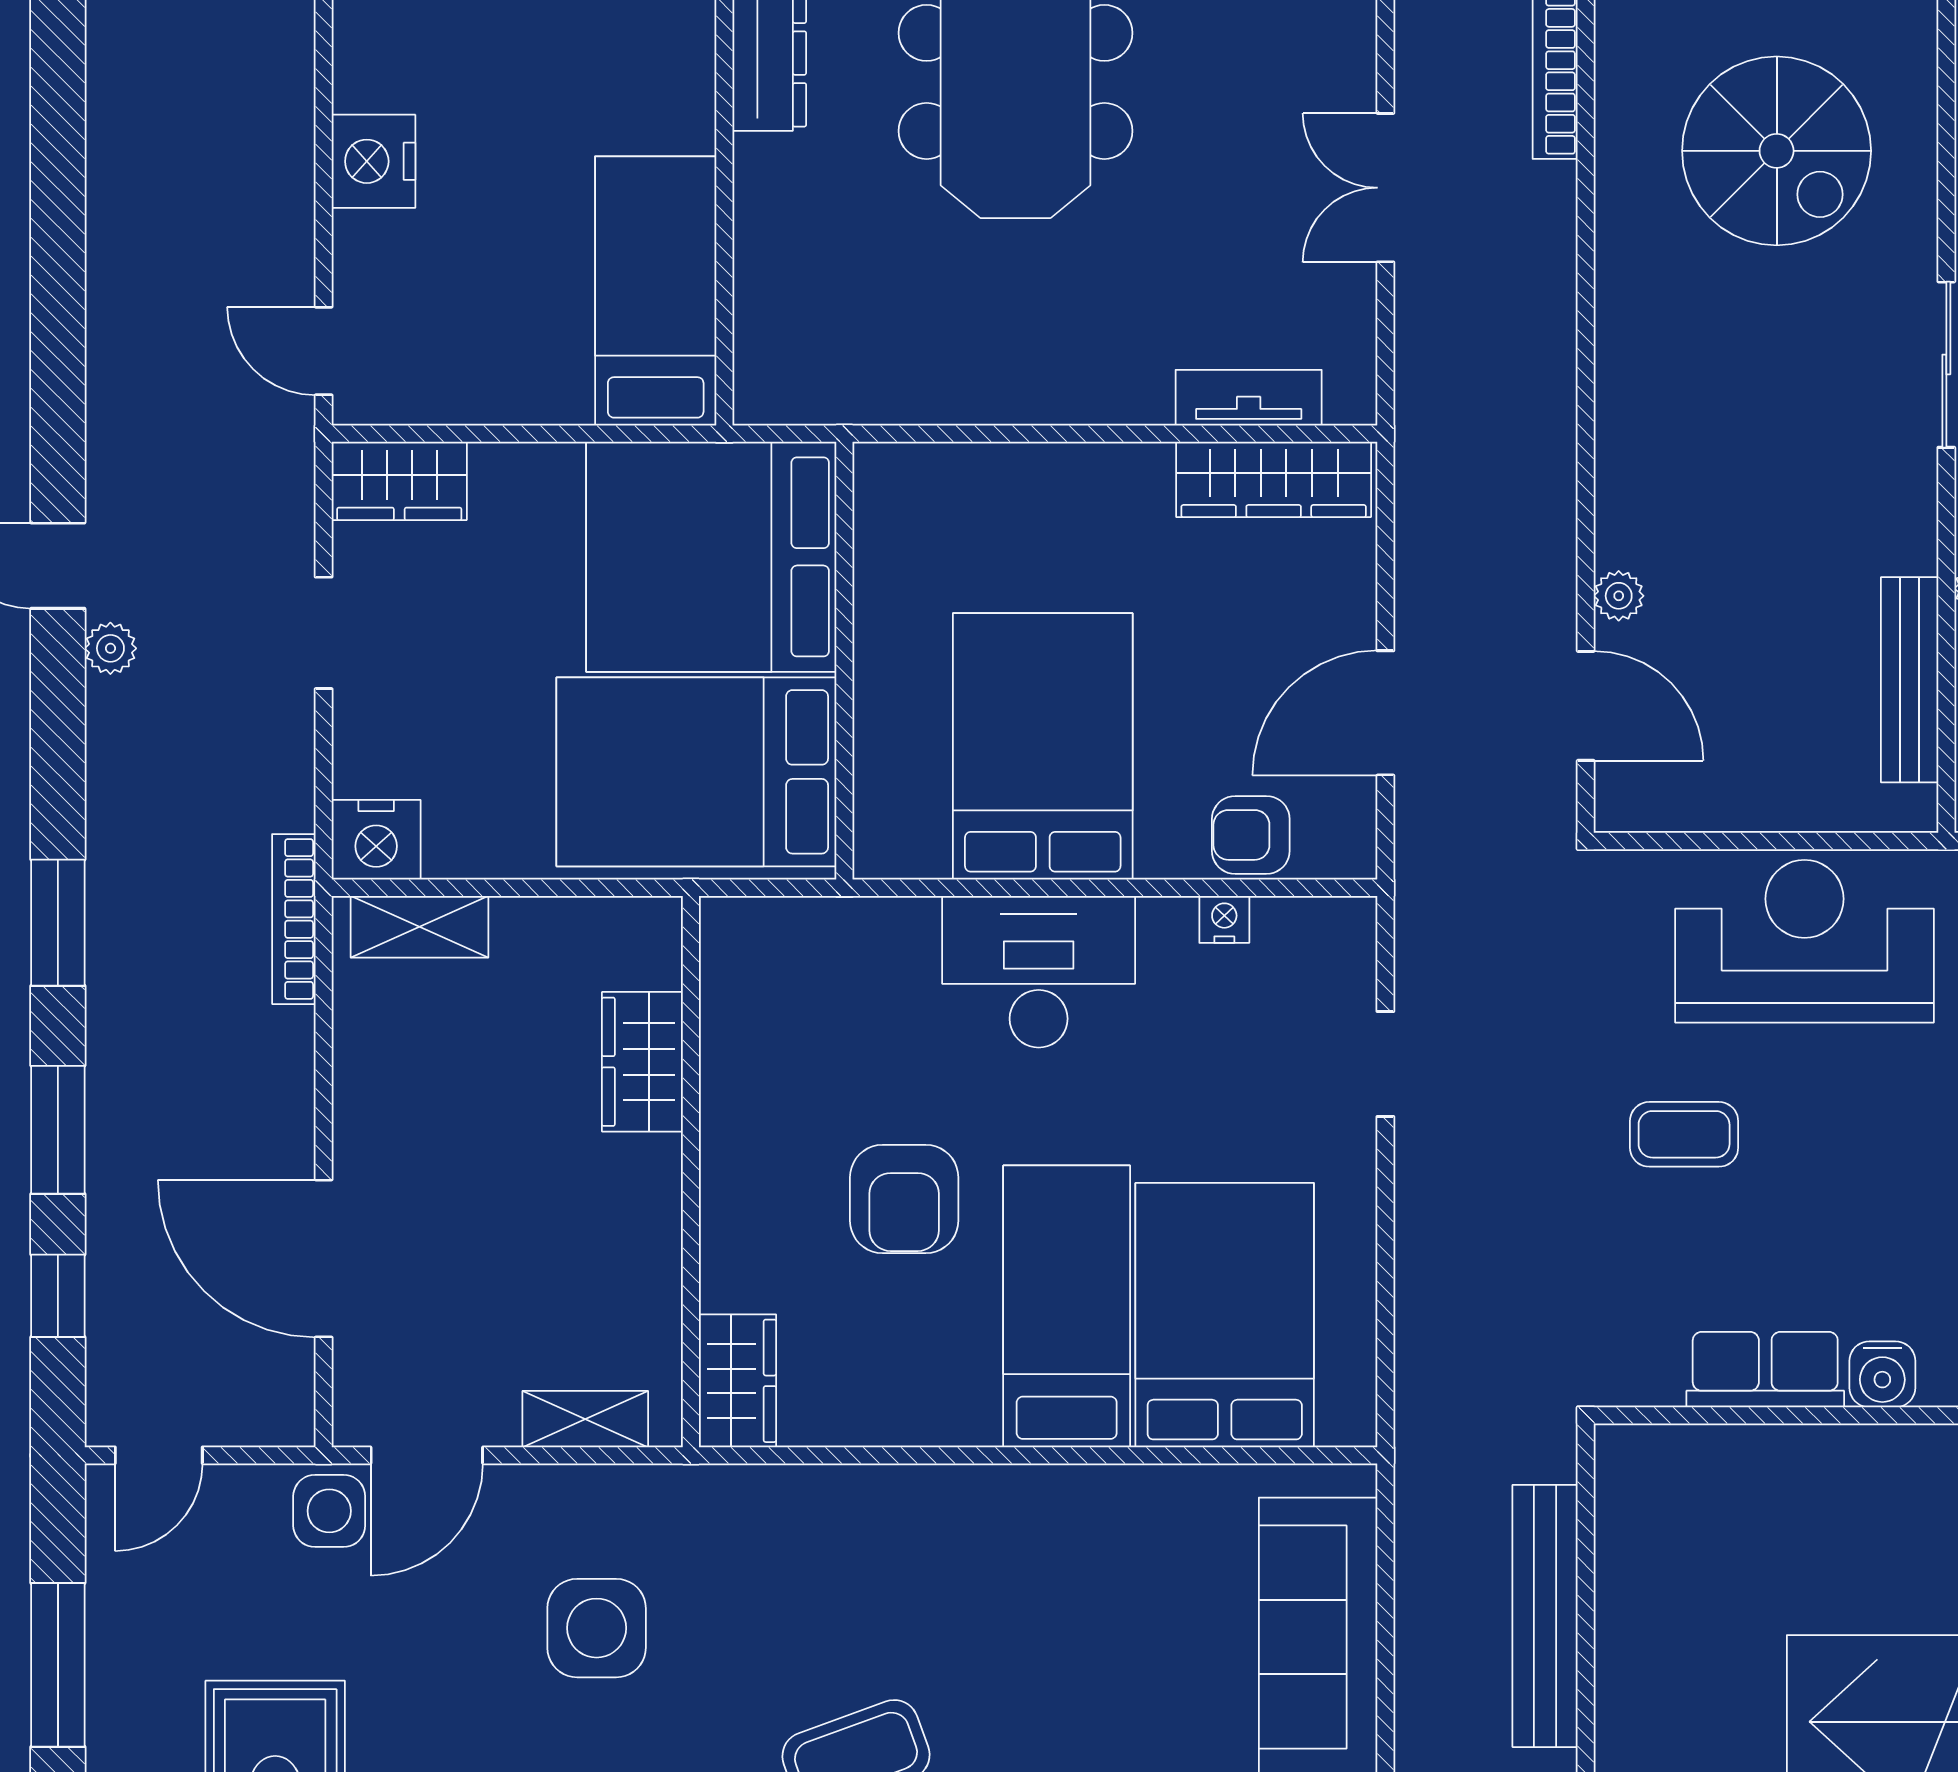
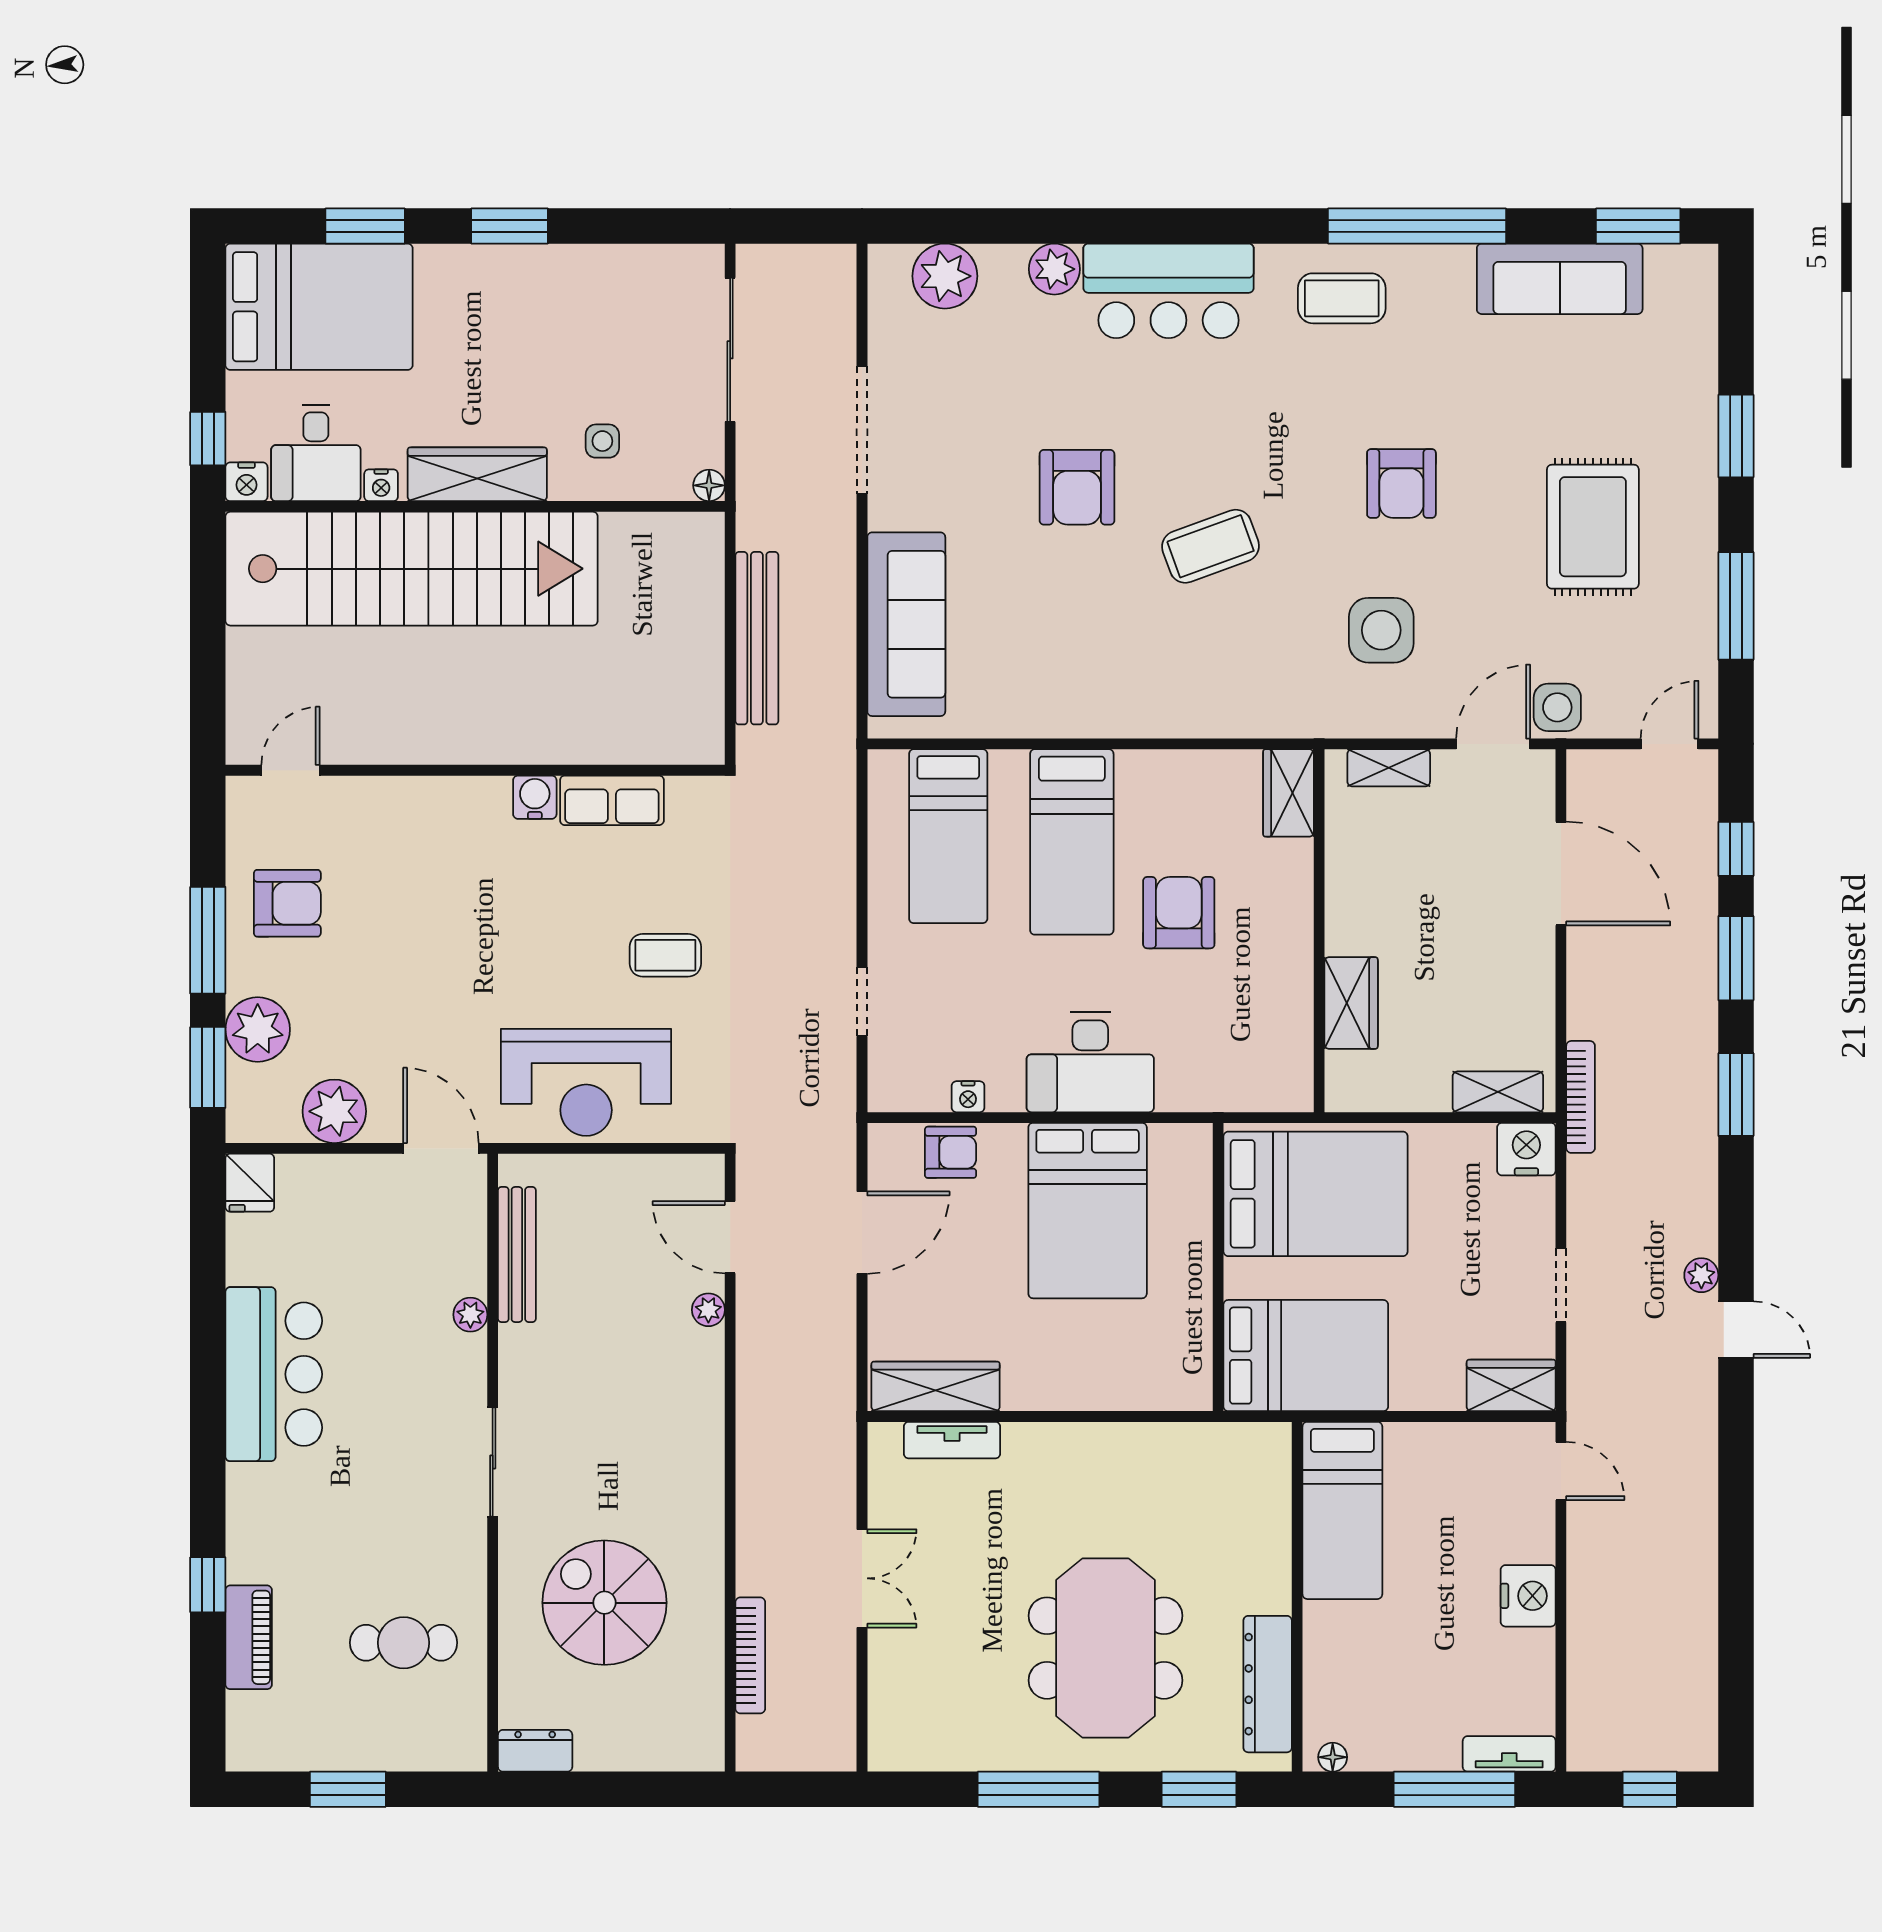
bed: (711, 557) -> (1306, 1356), width x0.73
bed: (1225, 1315) -> (948, 836), width x0.67

